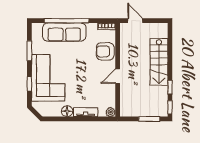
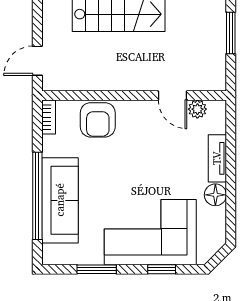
door: (118, 76) -> (172, 96), moved
plant: (111, 112) -> (197, 109), moved

